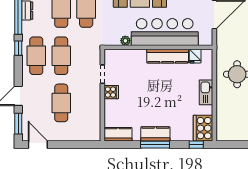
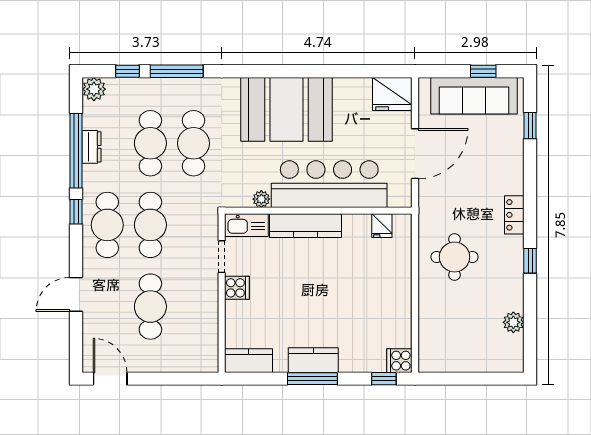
kitchen counter: (168, 56) -> (306, 226), moved
kitchen sink: (206, 92) -> (246, 225), moved, turned -90
window: (18, 124) -> (76, 342), removed
cooker: (203, 128) -> (399, 361), width x0.53, depth x0.76

